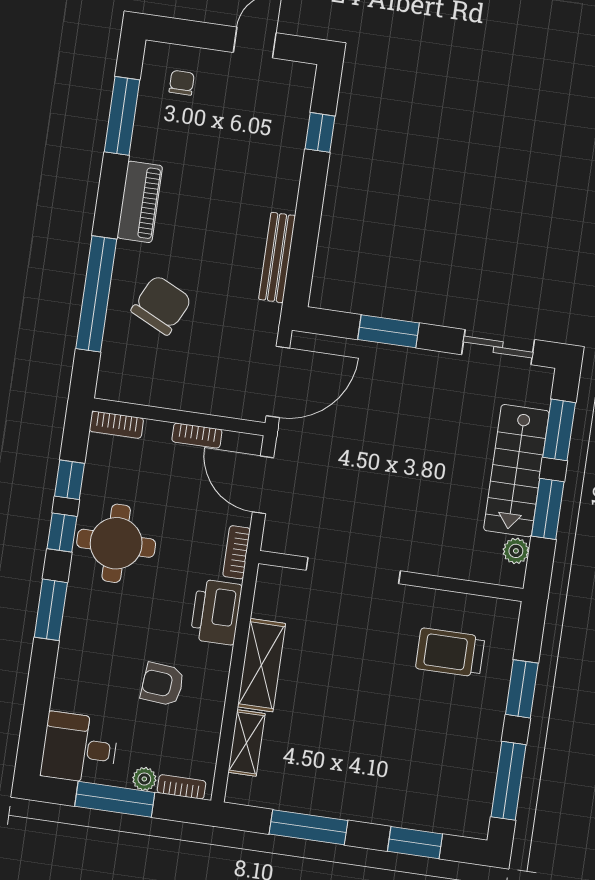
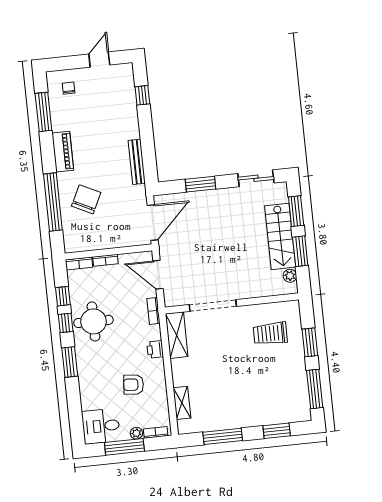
bookcase: (197, 436) -> (105, 260), moved
printer: (216, 612) -> (155, 350), width x0.53, depth x0.68
shelving: (261, 665) -> (177, 335), moved

